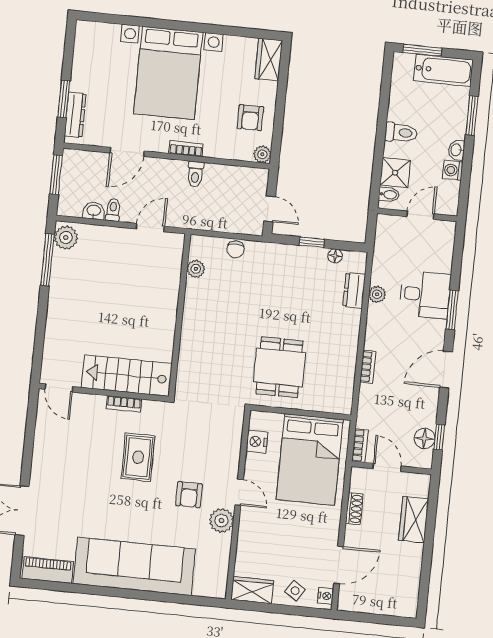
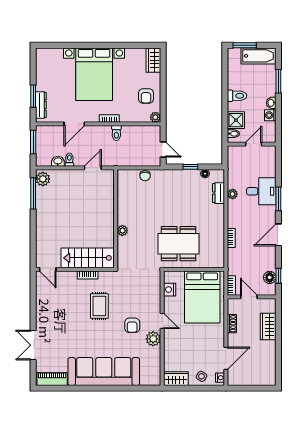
plant: (196, 269) -> (122, 231), moved
dining table: (280, 367) -> (179, 244), width x1.37

